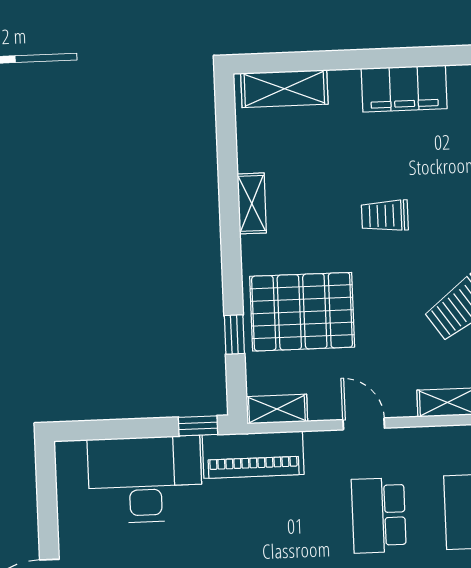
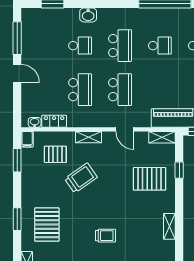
trolley: (385, 216) -> (105, 236), moved
pallet: (302, 312) -> (150, 179), width x0.73, depth x0.71

